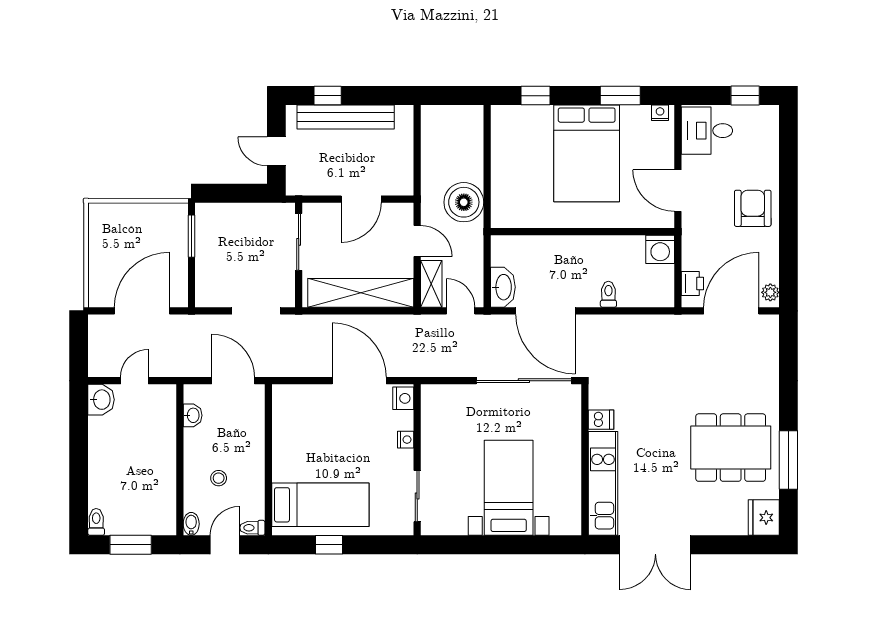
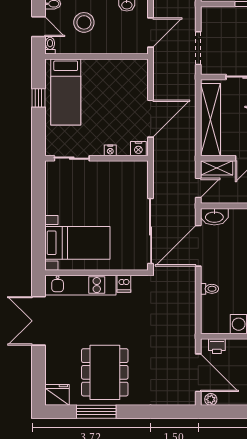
stool: (219, 478) -> (84, 22), width x1.89, depth x1.89
bed with nightstands: (509, 488) -> (77, 243), moved

